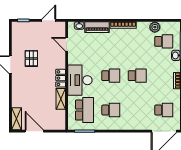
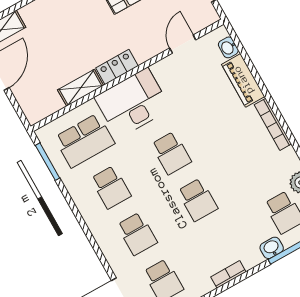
school desk: (137, 110) -> (137, 234), added

